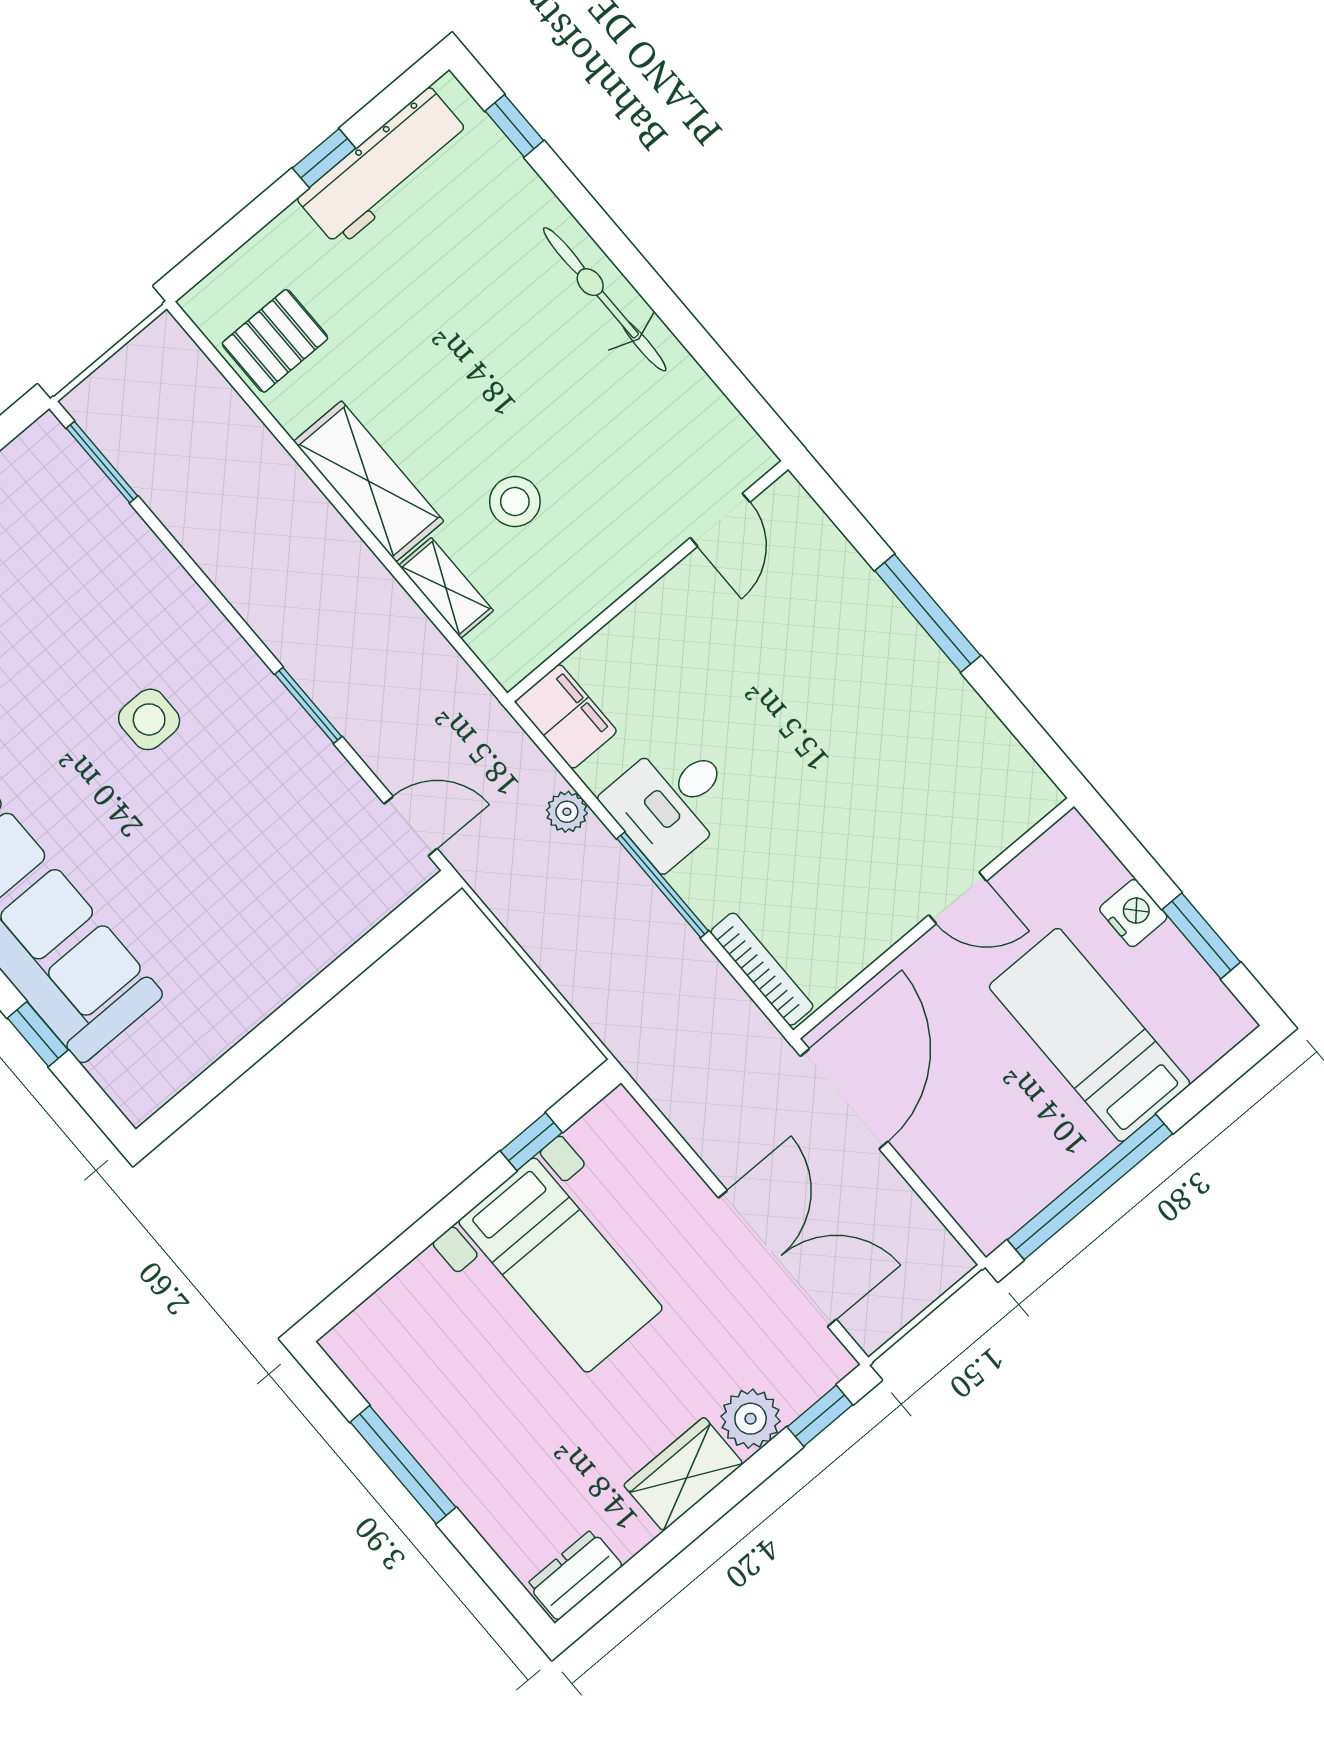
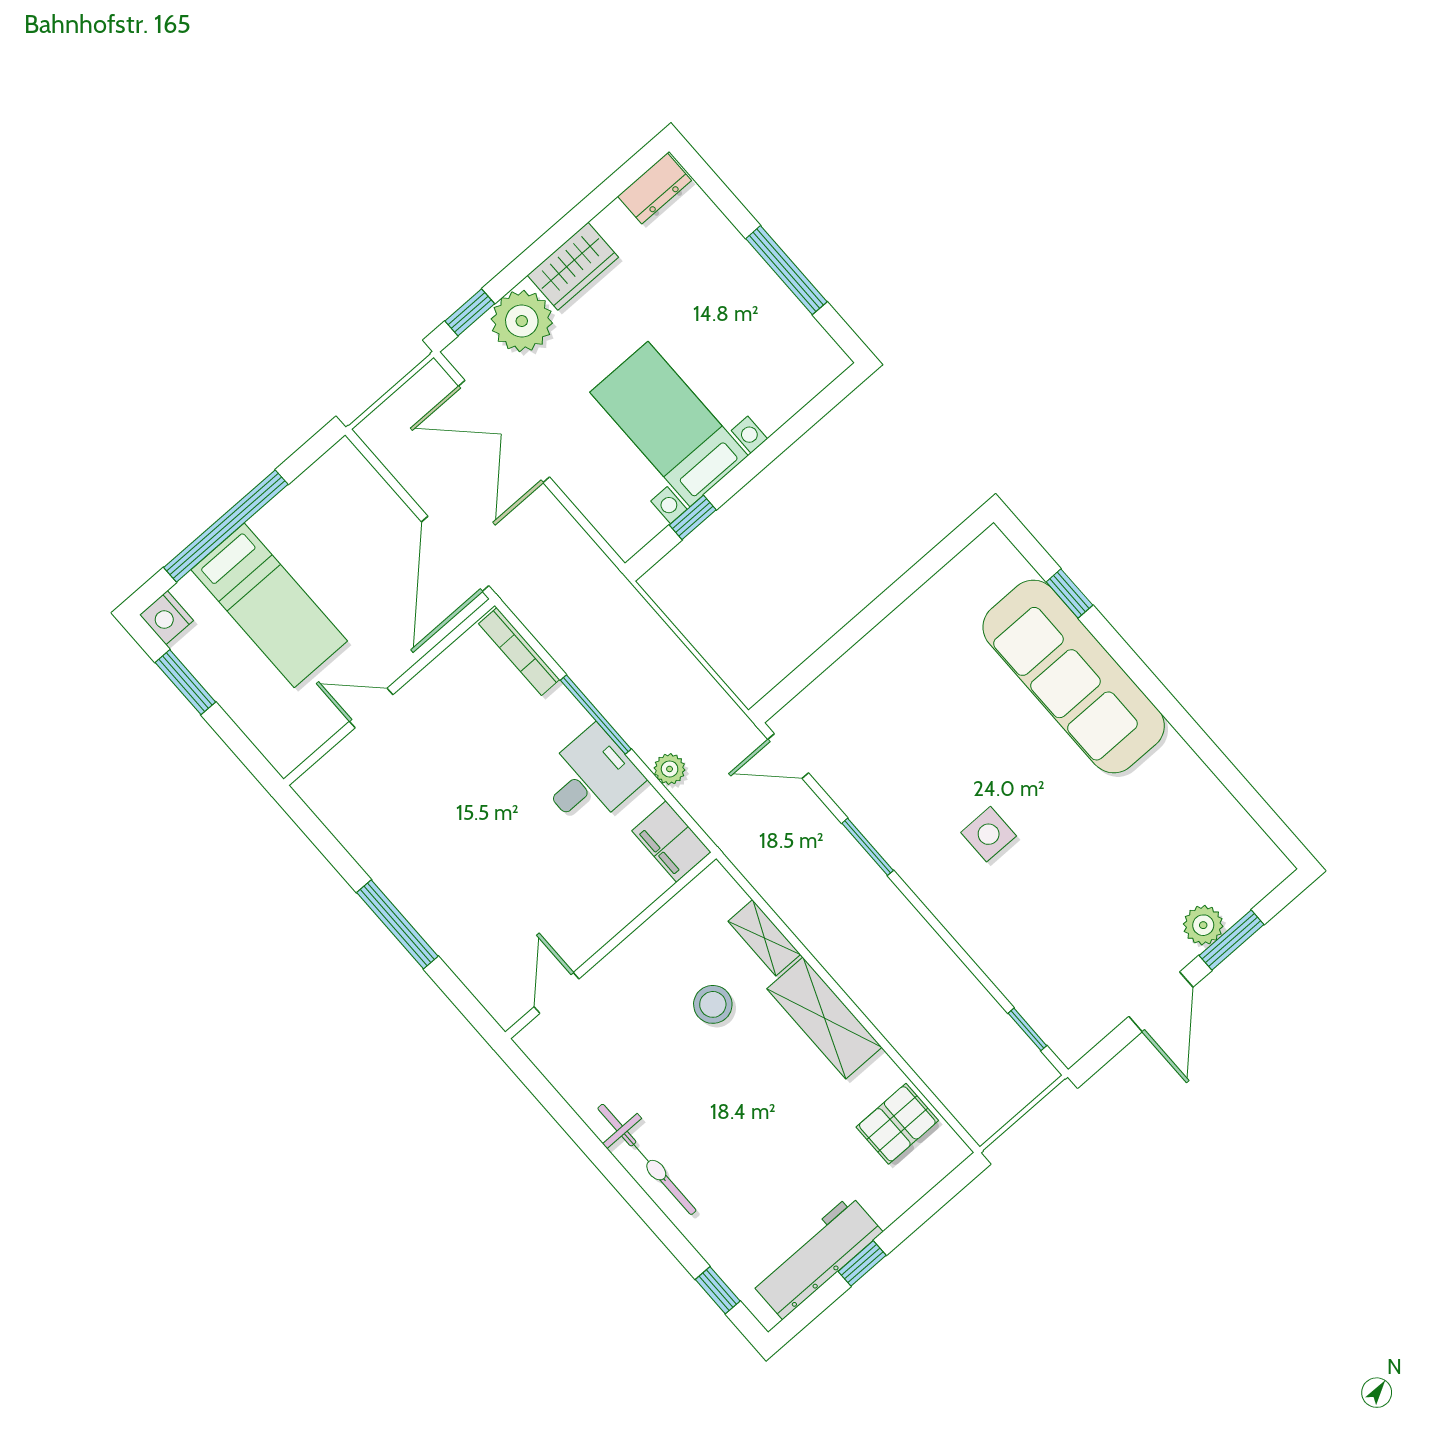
window: (102, 462) -> (1027, 1029), width x0.67
nightstand: (1133, 913) -> (166, 618), moved
window: (1090, 1187) -> (226, 526), moved
plant: (751, 1419) -> (522, 321), width x1.36, depth x1.36

